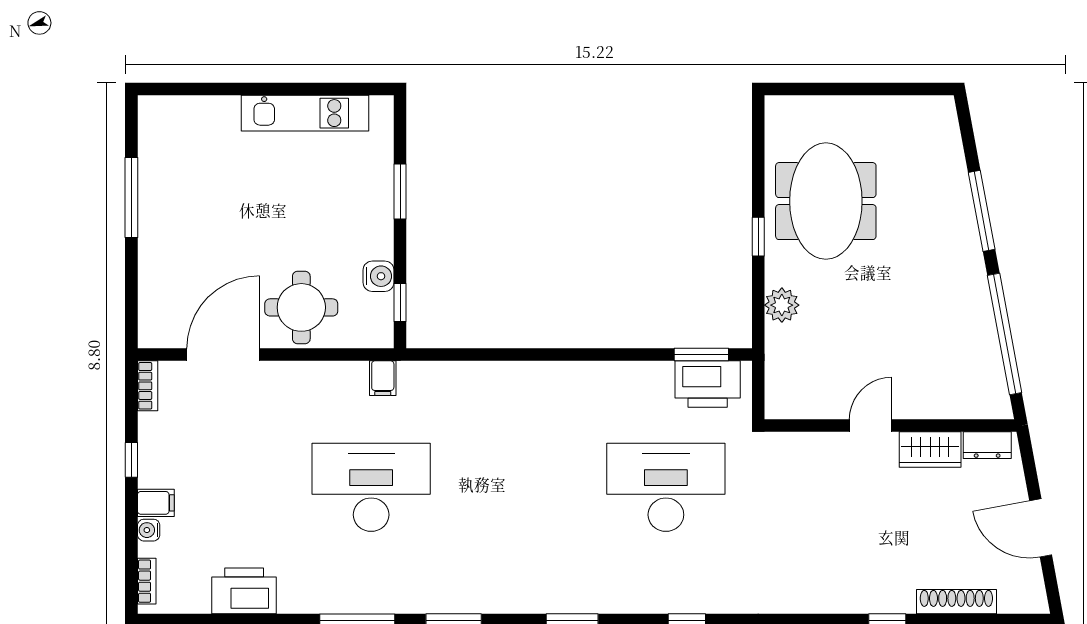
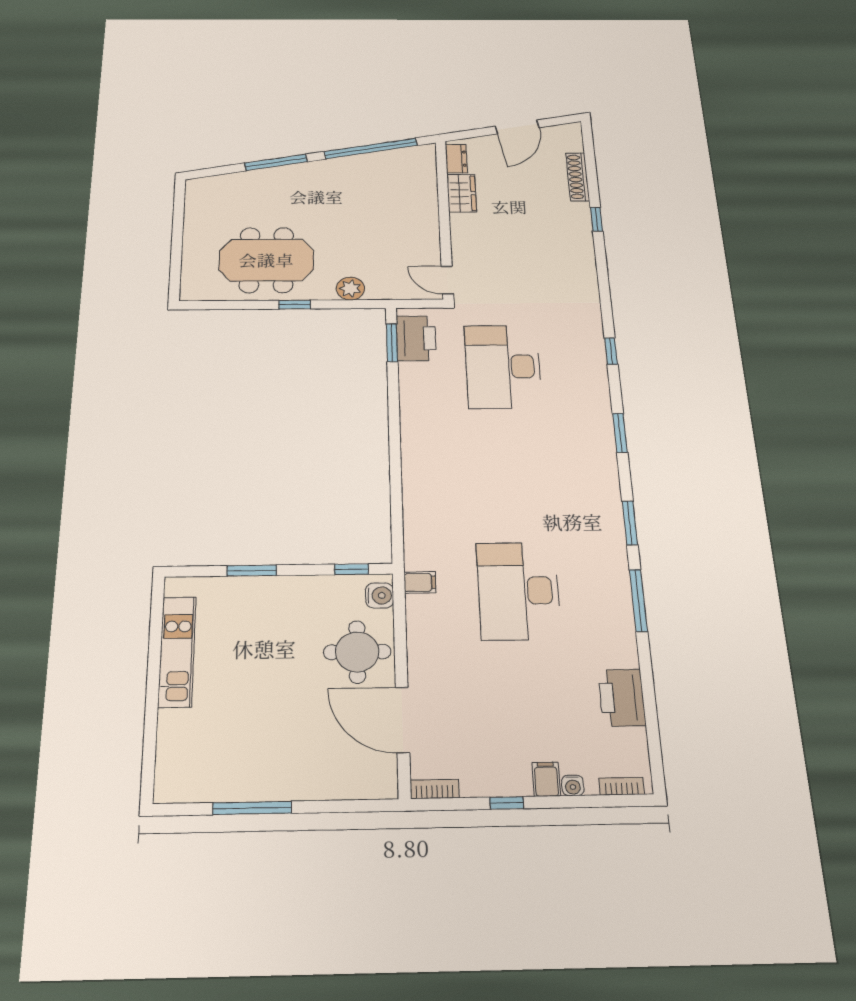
water cooler: (379, 276) -> (380, 595), moved, turned 90
door: (871, 426) -> (447, 280), moved

